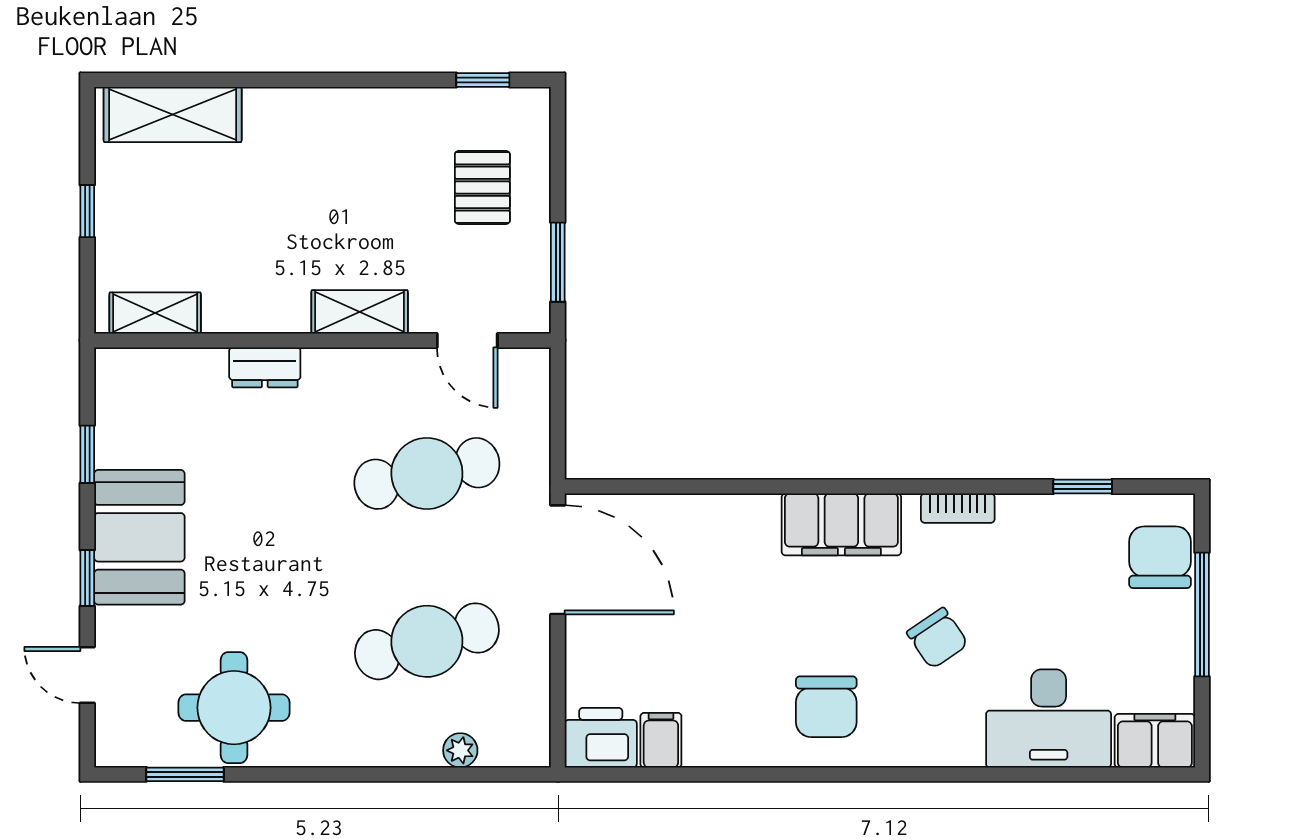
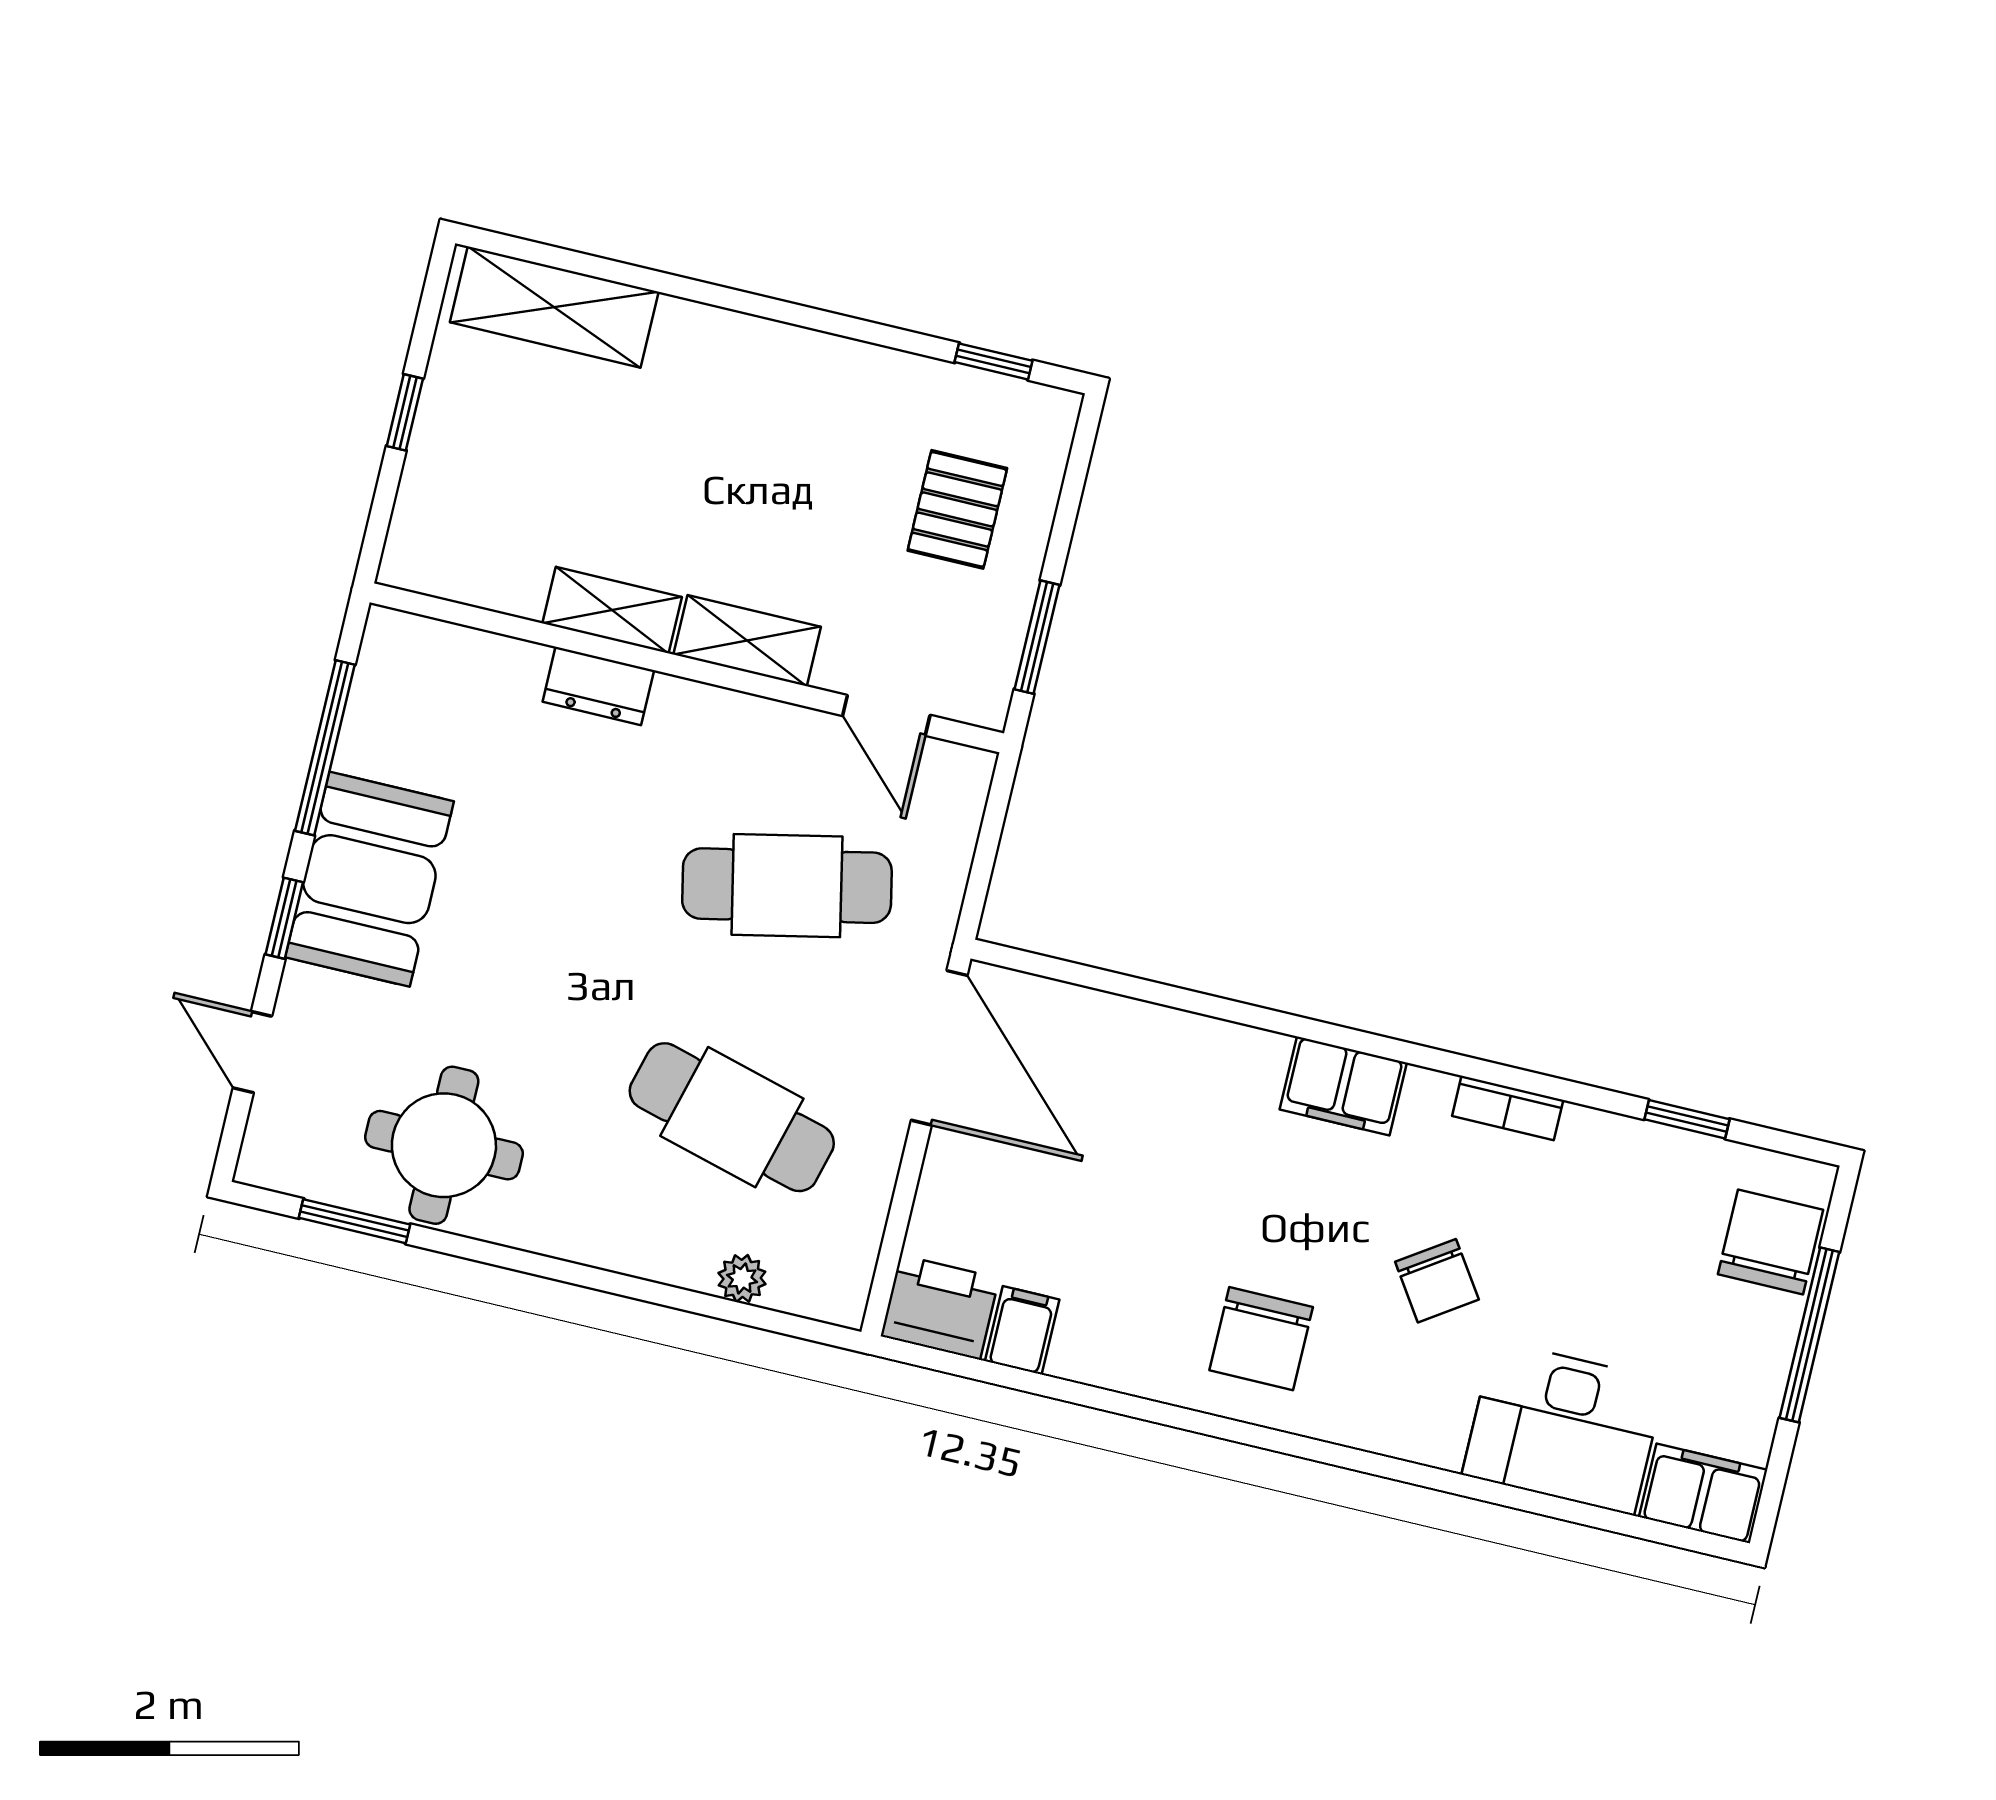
shelving: (155, 313) -> (612, 610), moved
window: (87, 454) -> (325, 748), width x2.17
filing cabinet: (841, 524) -> (1343, 1086), width x0.67, depth x0.86
cafe table: (427, 641) -> (732, 1117), turned 30

